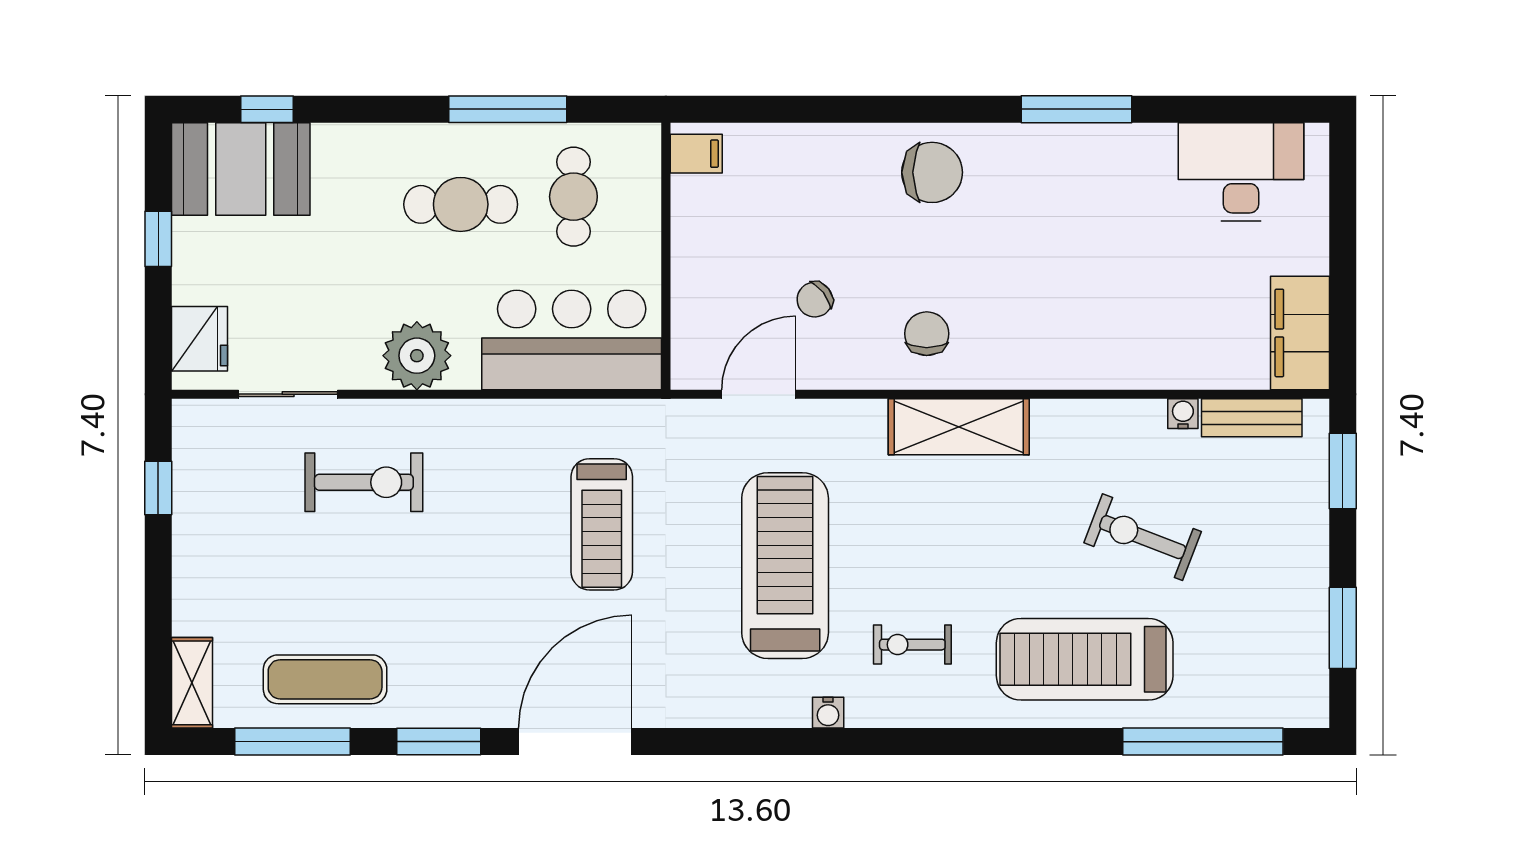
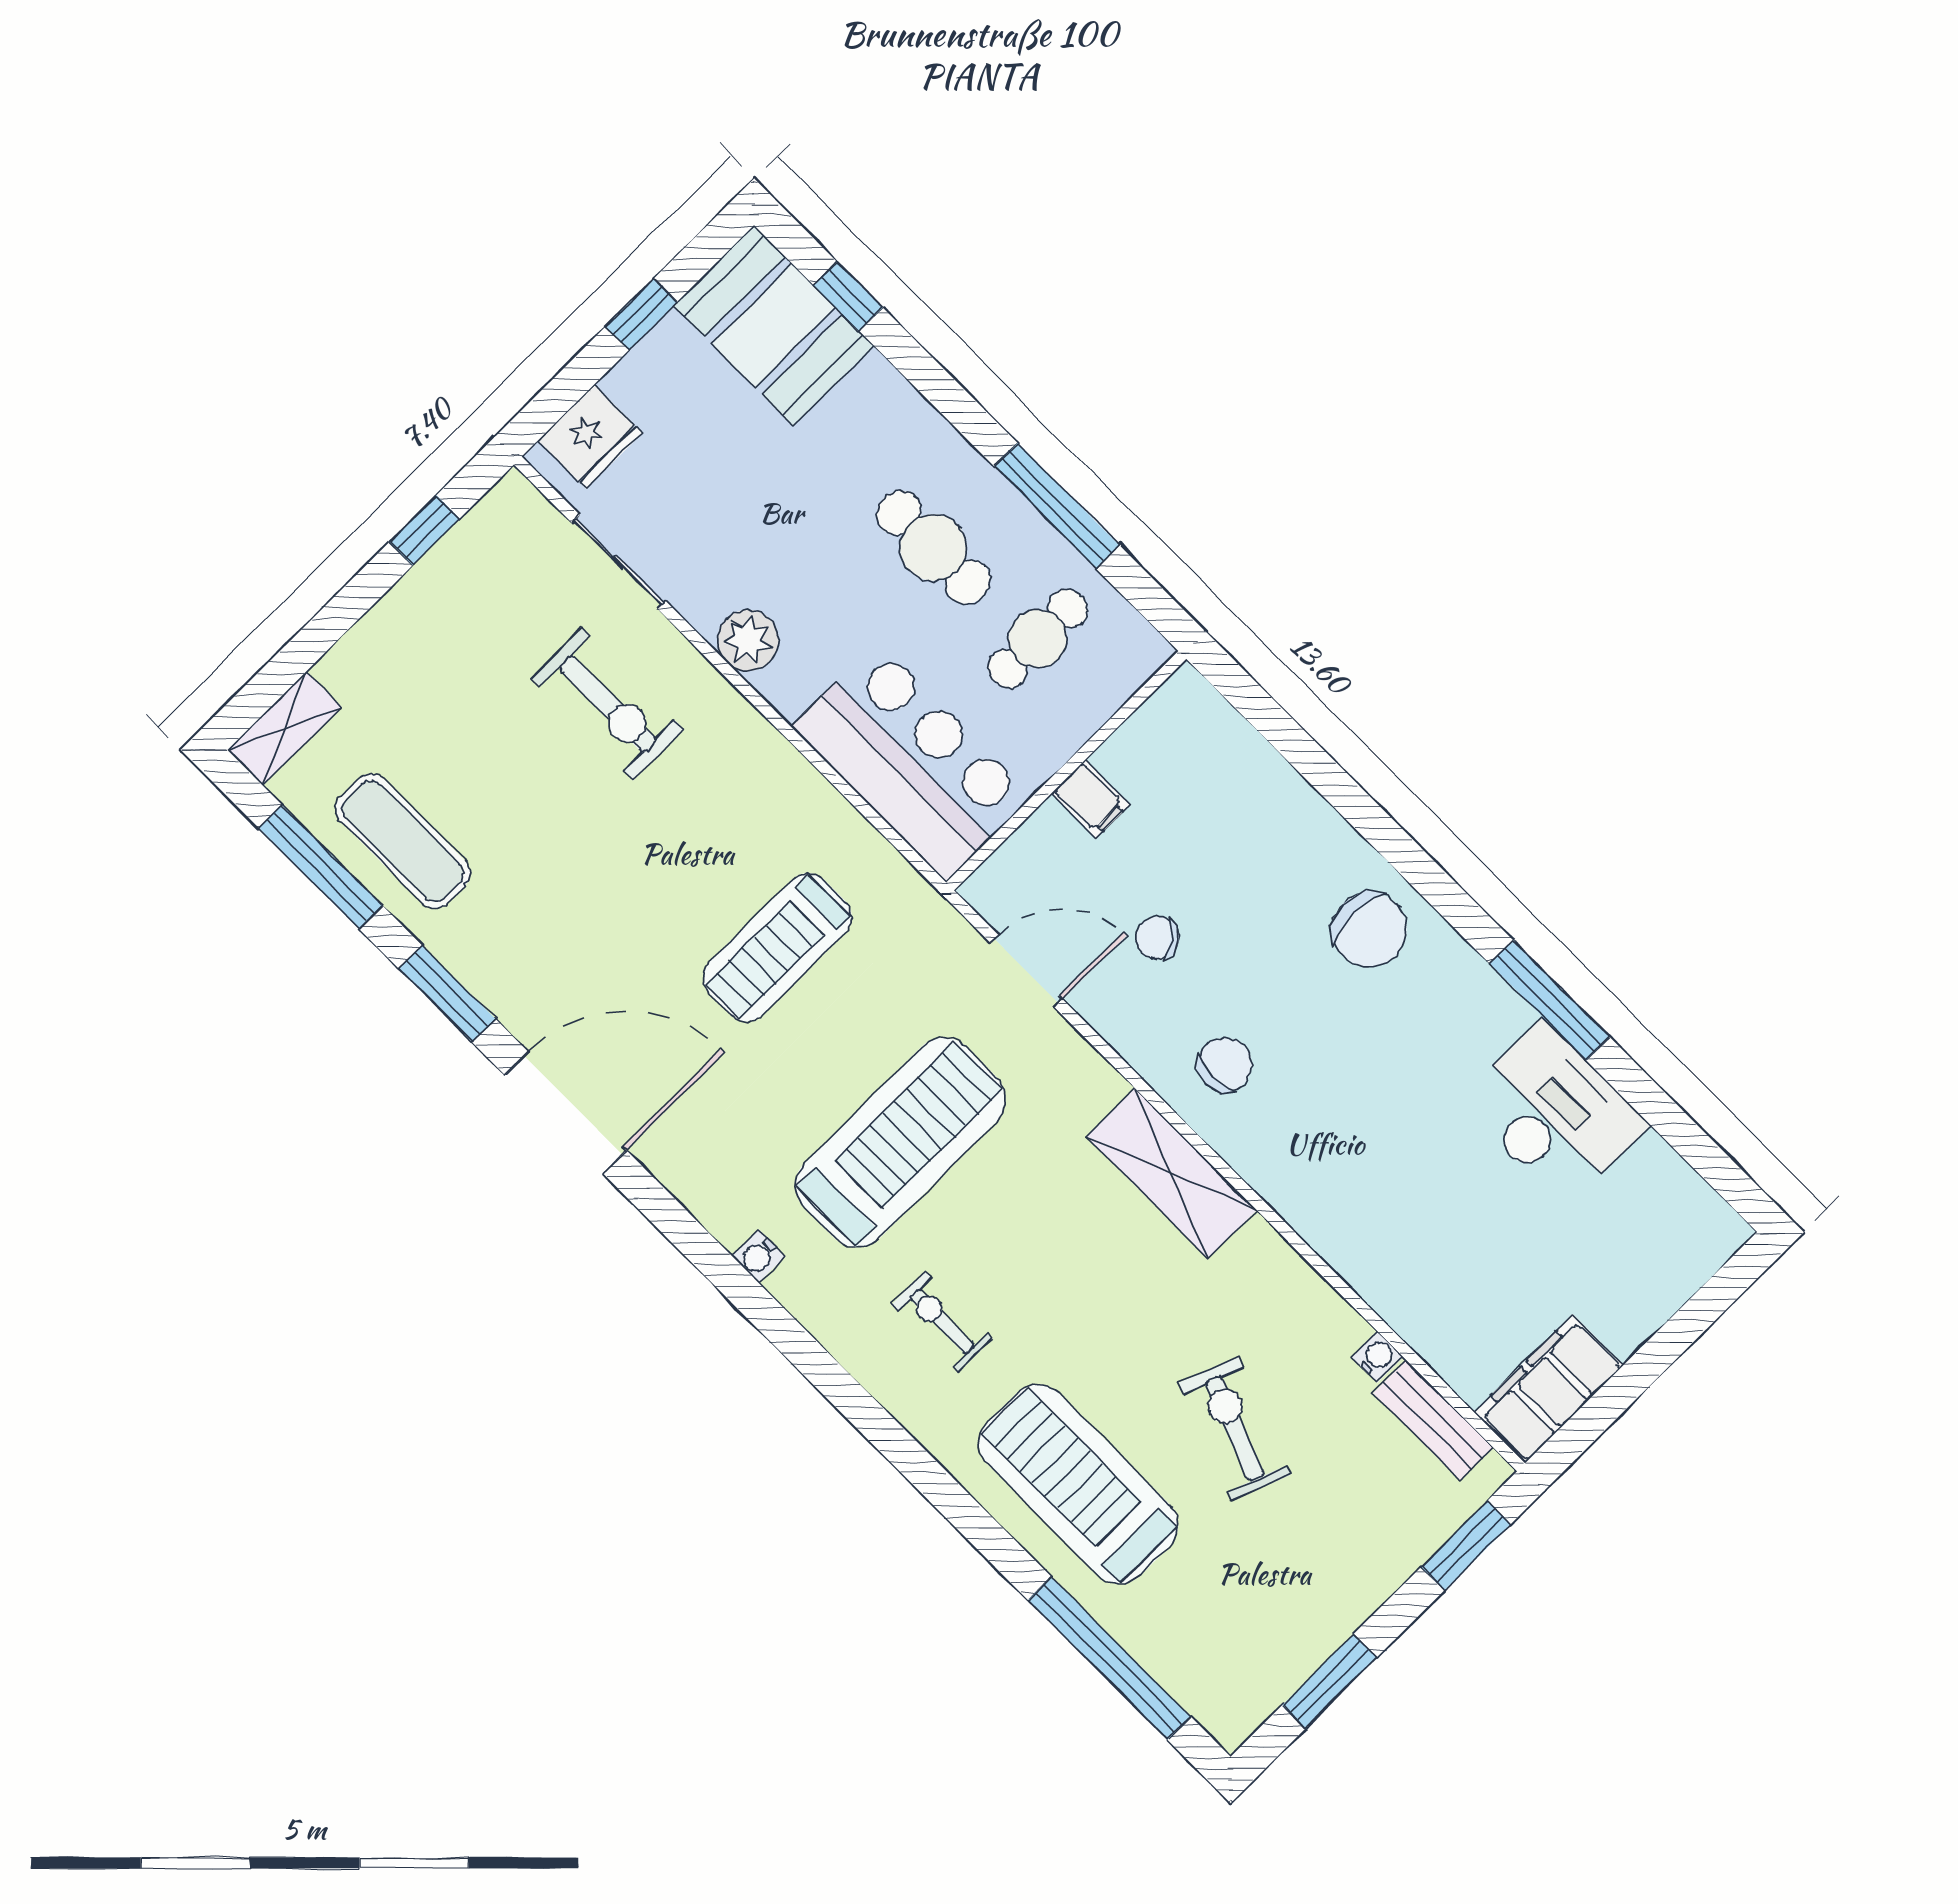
filing cabinet: (696, 154) -> (1091, 799), moved
desk: (1241, 172) -> (1554, 1113), moved
plant: (417, 356) -> (748, 640), width x0.73, depth x0.73
water cooler: (828, 713) -> (759, 1256), moved

